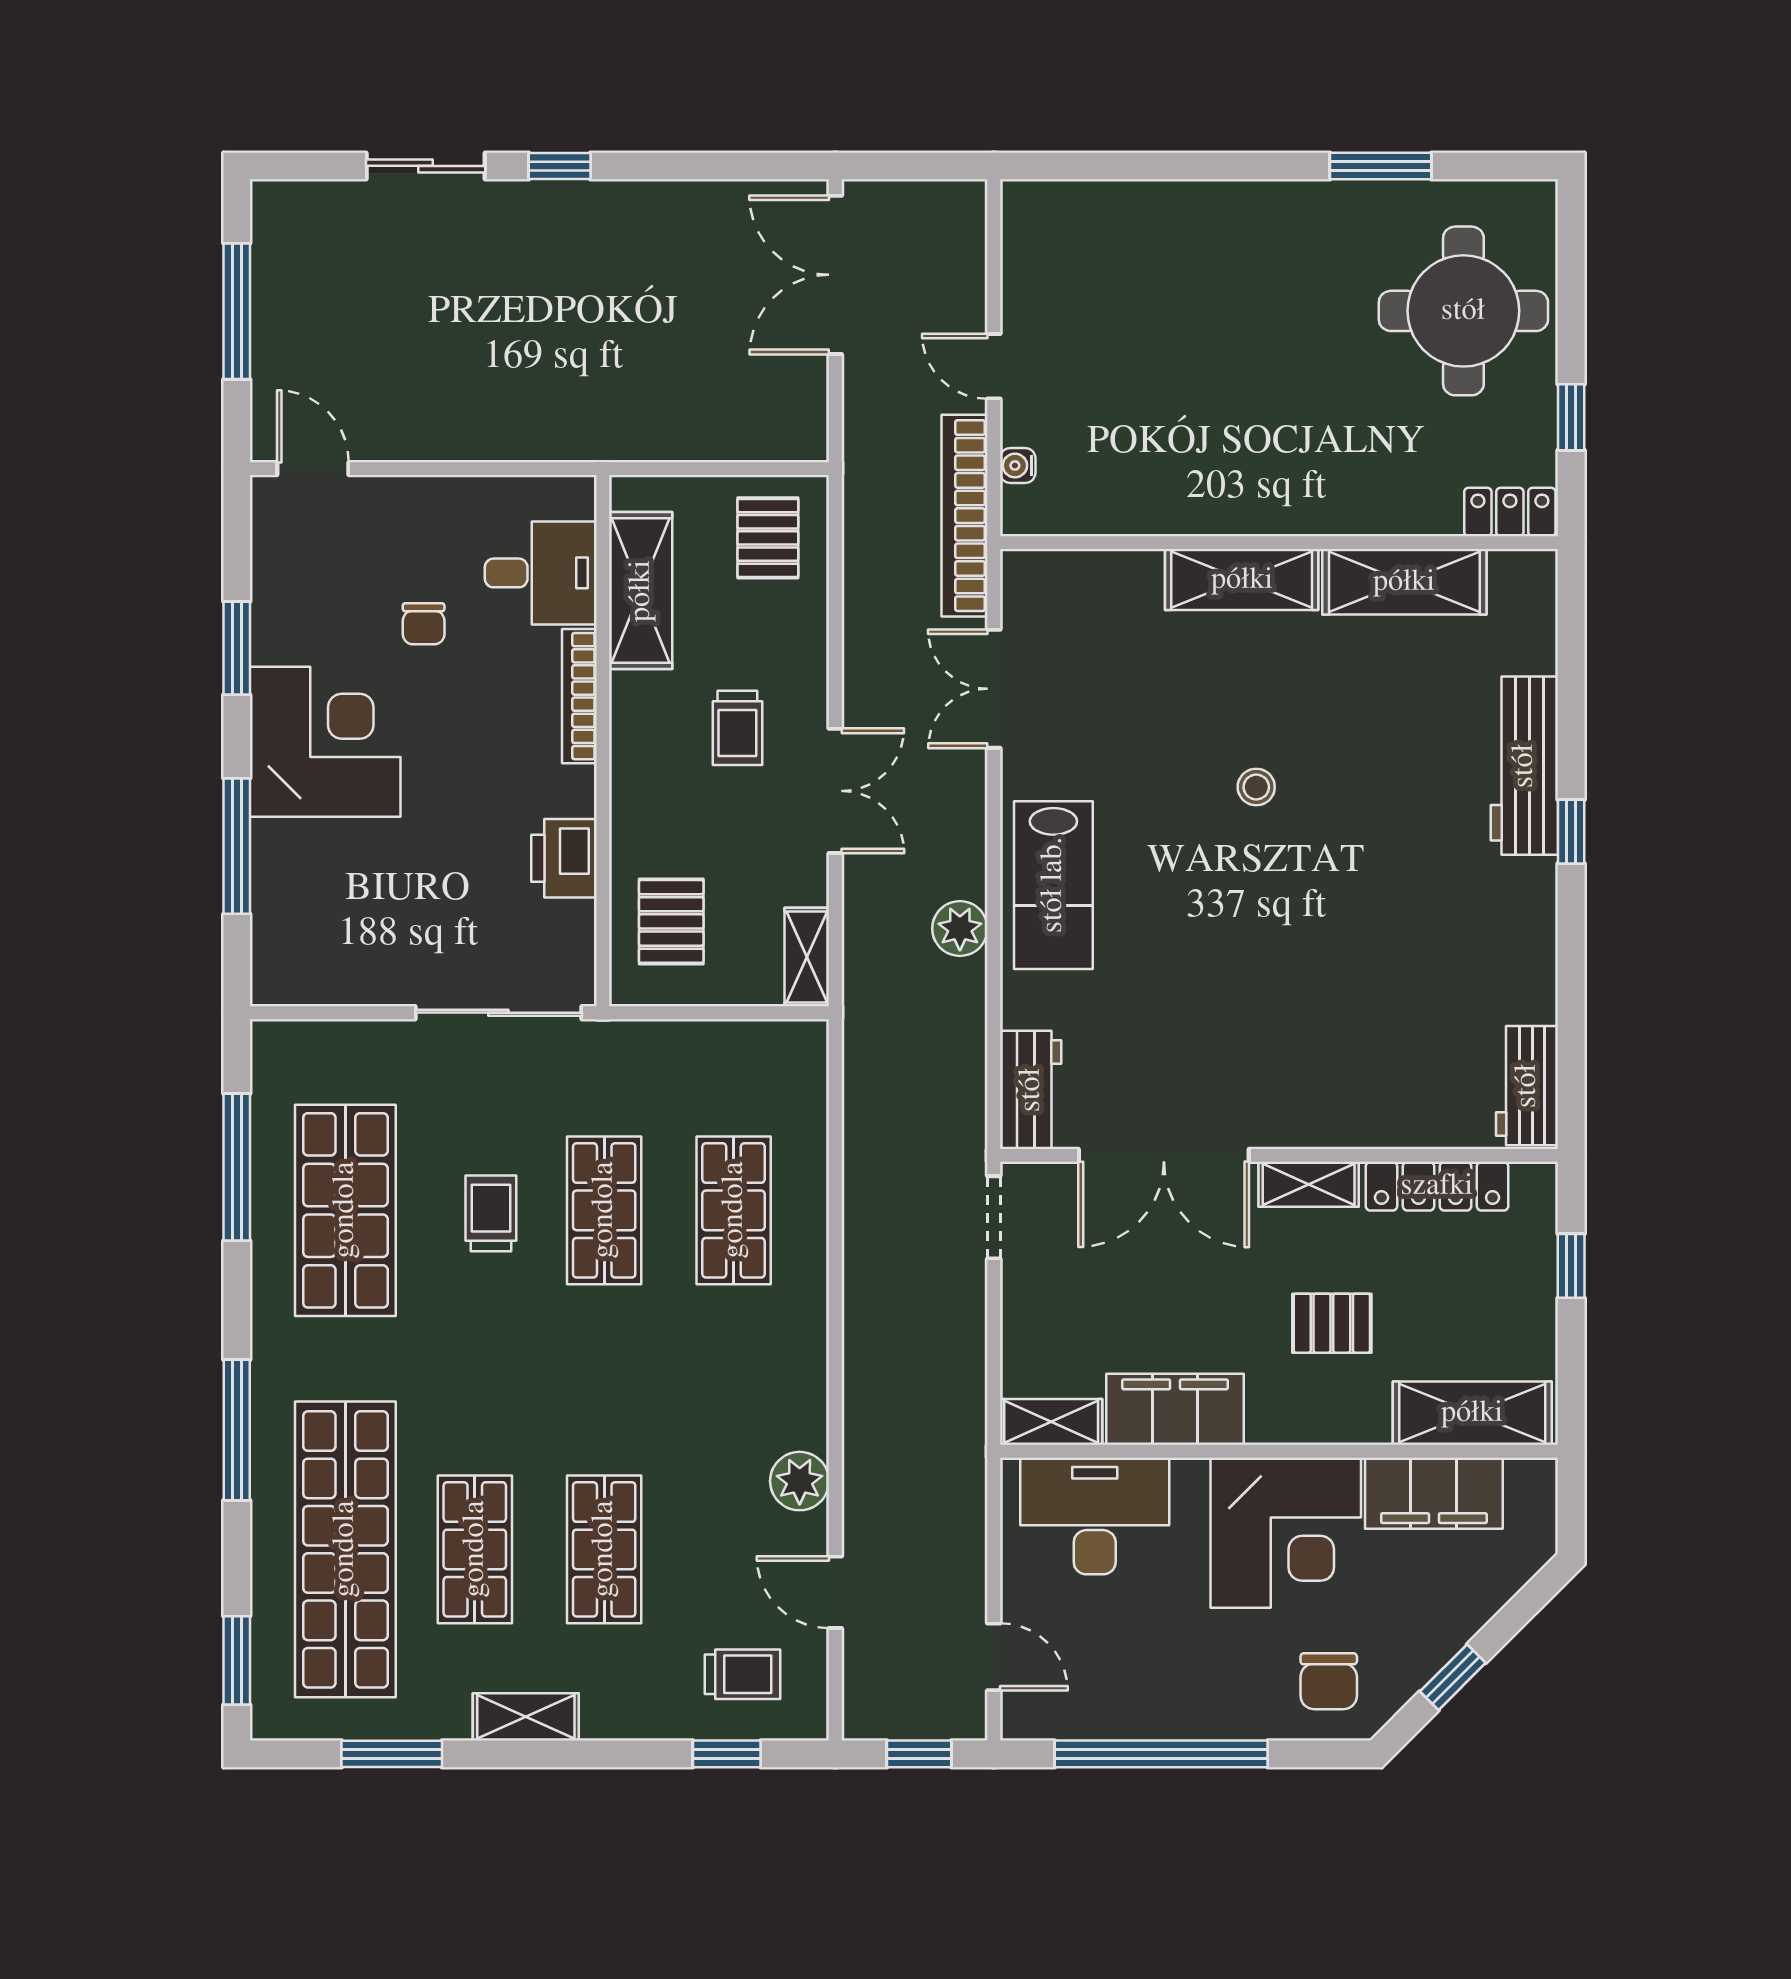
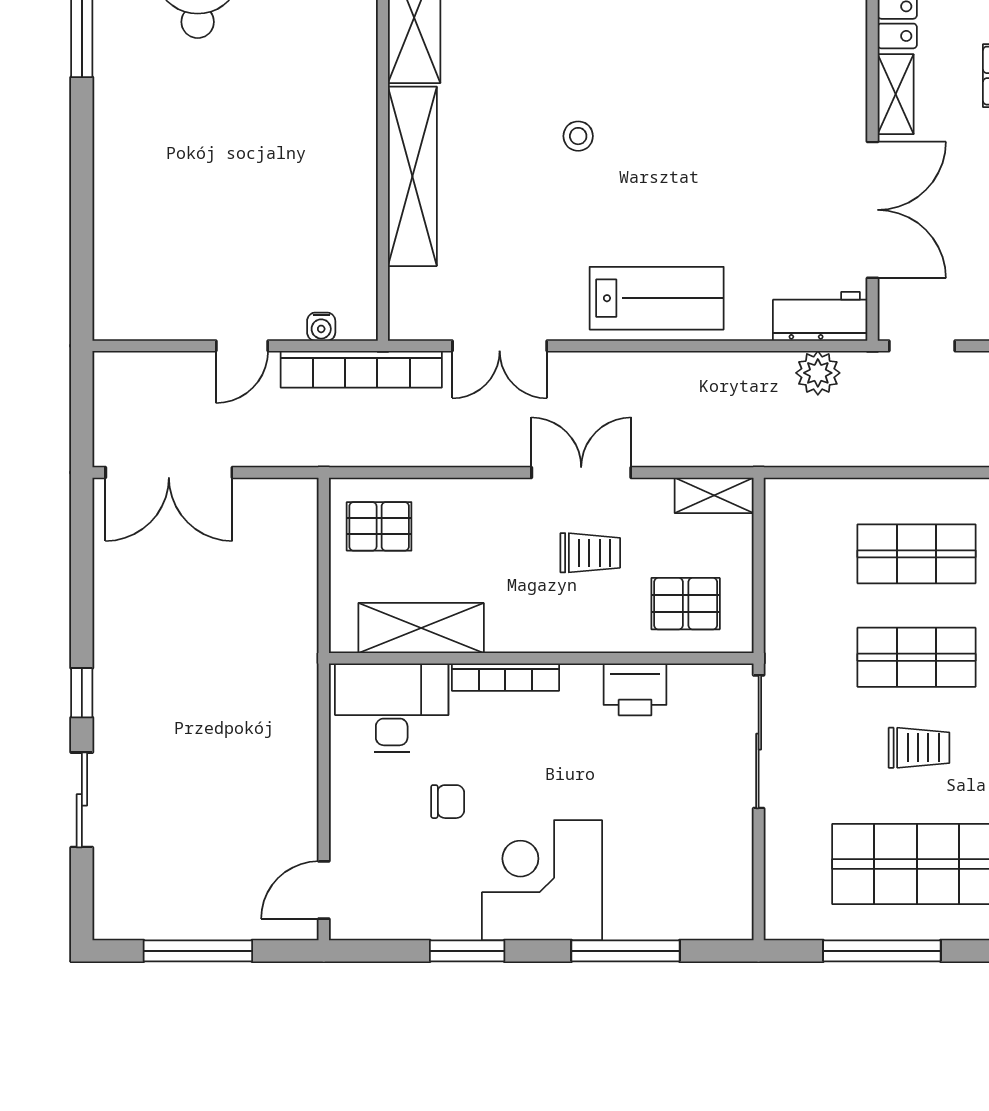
desk: (541, 573) -> (392, 708), width x1.37
shelving: (1242, 580) -> (412, 176), width x1.47
trolley: (737, 728) -> (590, 553), moved
plant: (960, 929) -> (818, 373), moved
trolley: (491, 1213) -> (919, 748), turned 180

